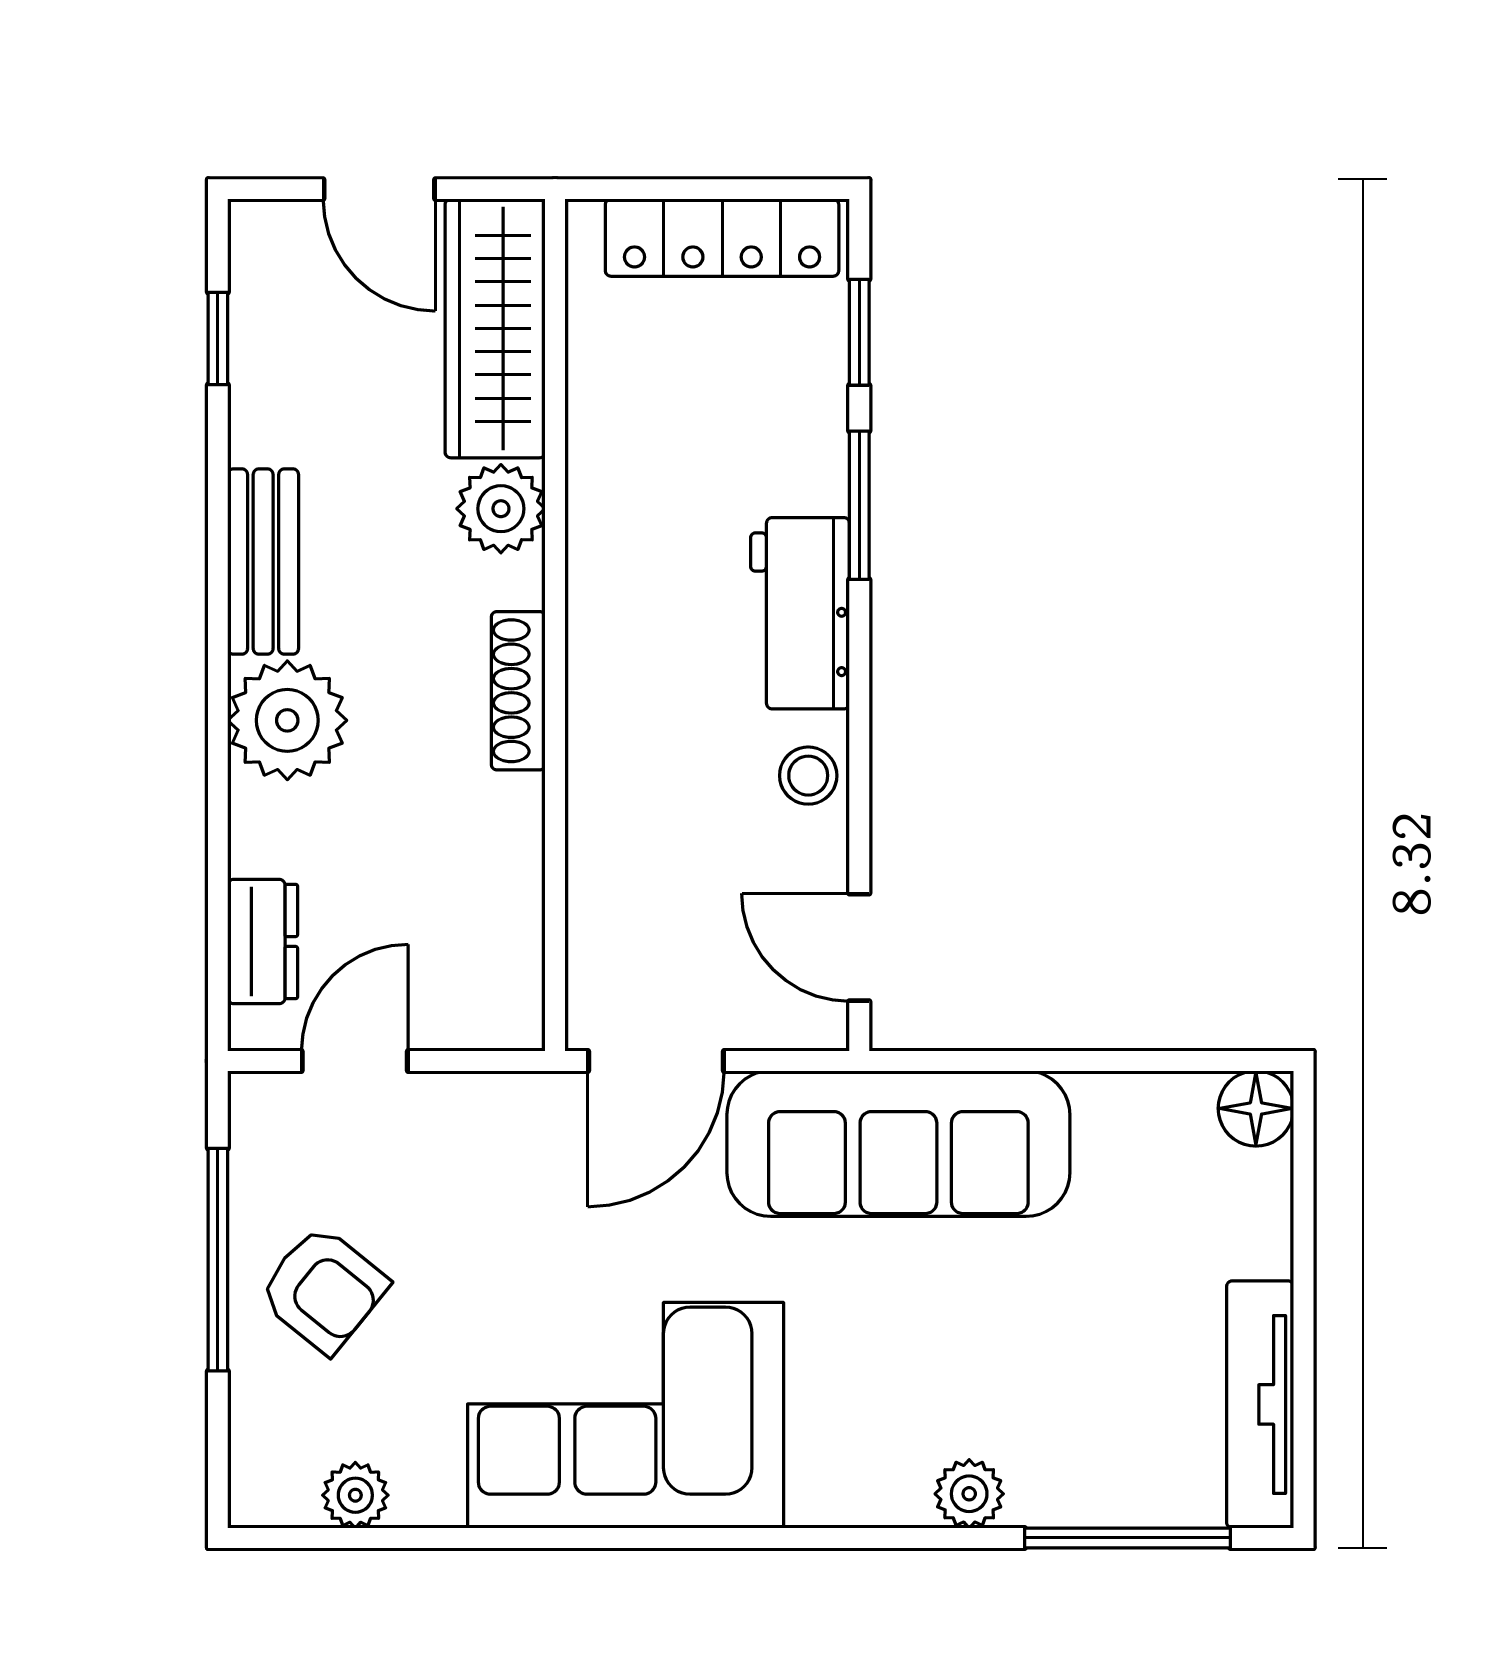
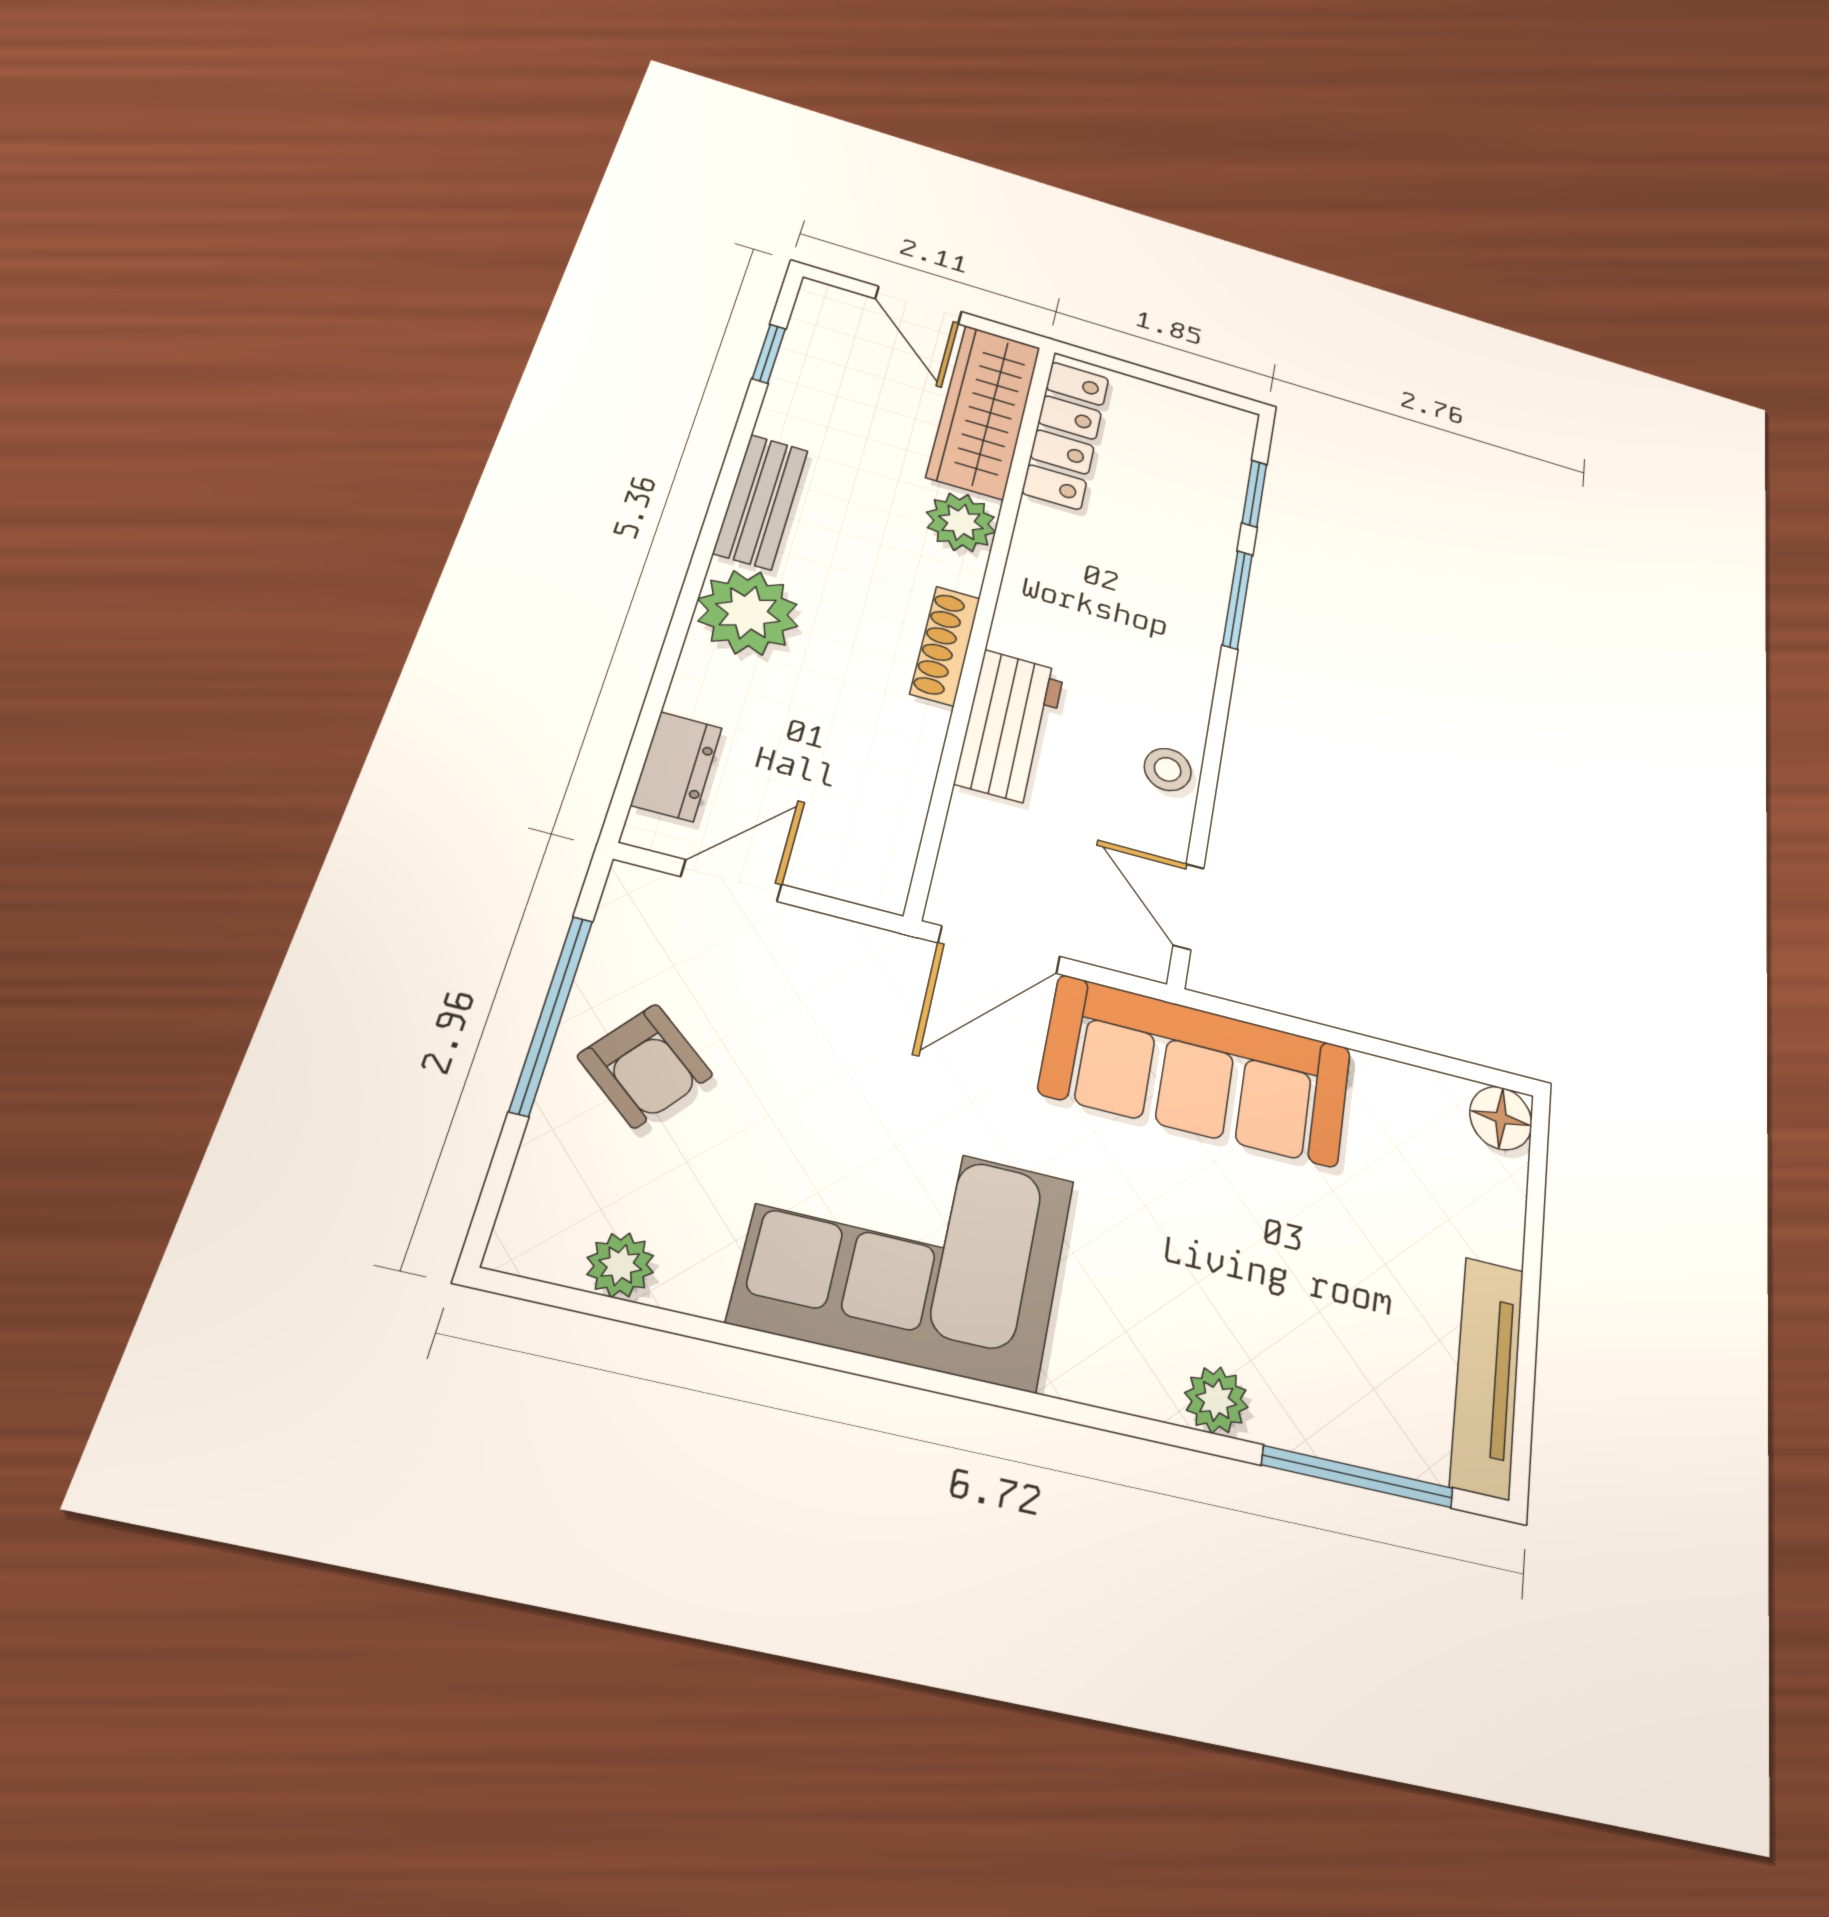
locker: (722, 238) -> (1066, 435), moved, turned -90
workbench: (800, 613) -> (1010, 727), moved, turned 180

